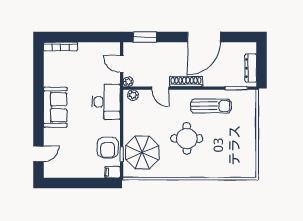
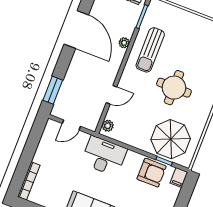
plant: (128, 82) -> (124, 43), moved
shoe rack: (186, 82) -> (115, 66), removed
sun lounger: (211, 106) -> (150, 50), turned 180

